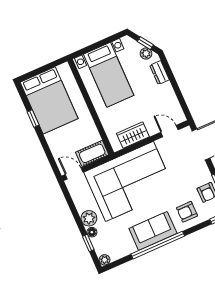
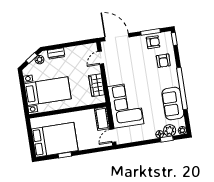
corner sofa: (130, 181) -> (126, 105), width x0.73, depth x0.74
plant: (89, 218) -> (170, 130), moved
sofa: (153, 231) -> (173, 104), moved

